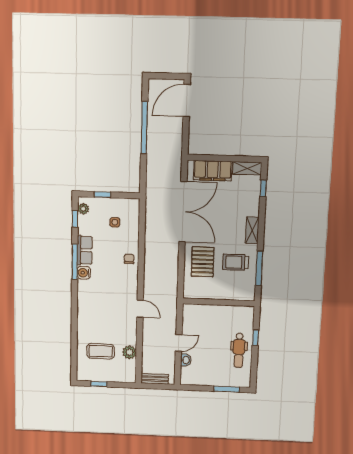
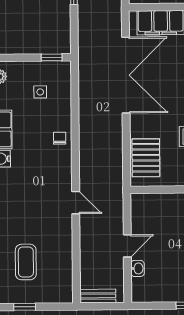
window: (102, 195) -> (52, 57), moved
pallet: (203, 262) -> (146, 158), moved
coffee table: (101, 351) -> (26, 262), turned 90
plant: (129, 352) -> (64, 262), removed

